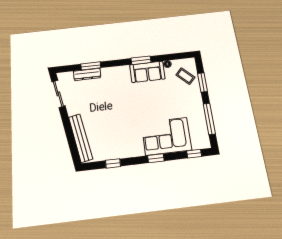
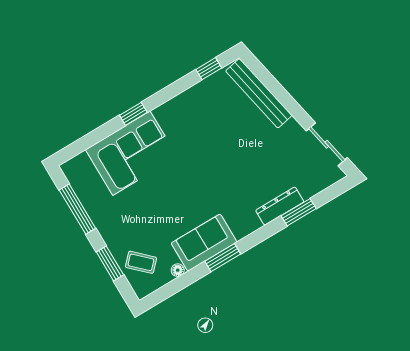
dresser: (87, 74) -> (280, 206), moved
window: (194, 154) -> (80, 146), removed
window: (113, 163) -> (209, 69), moved

